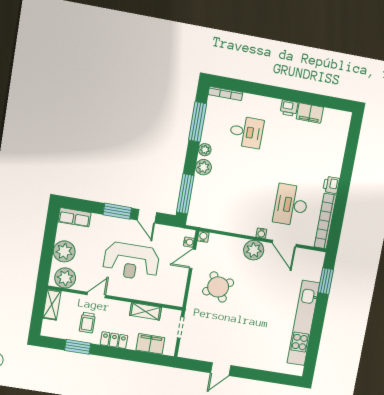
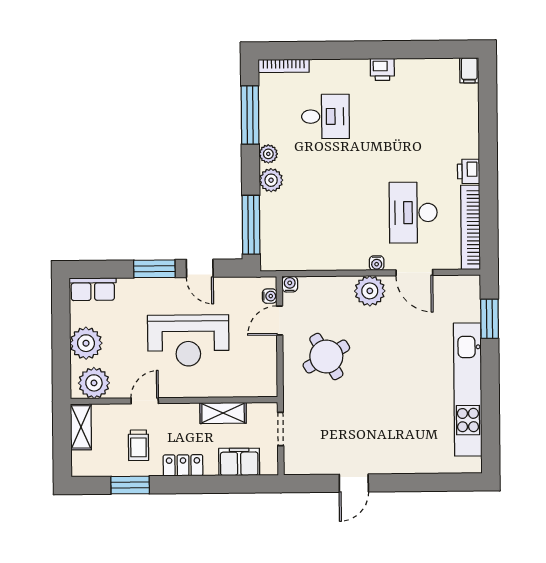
filing cabinet: (310, 113) -> (469, 70), moved, width x0.50

